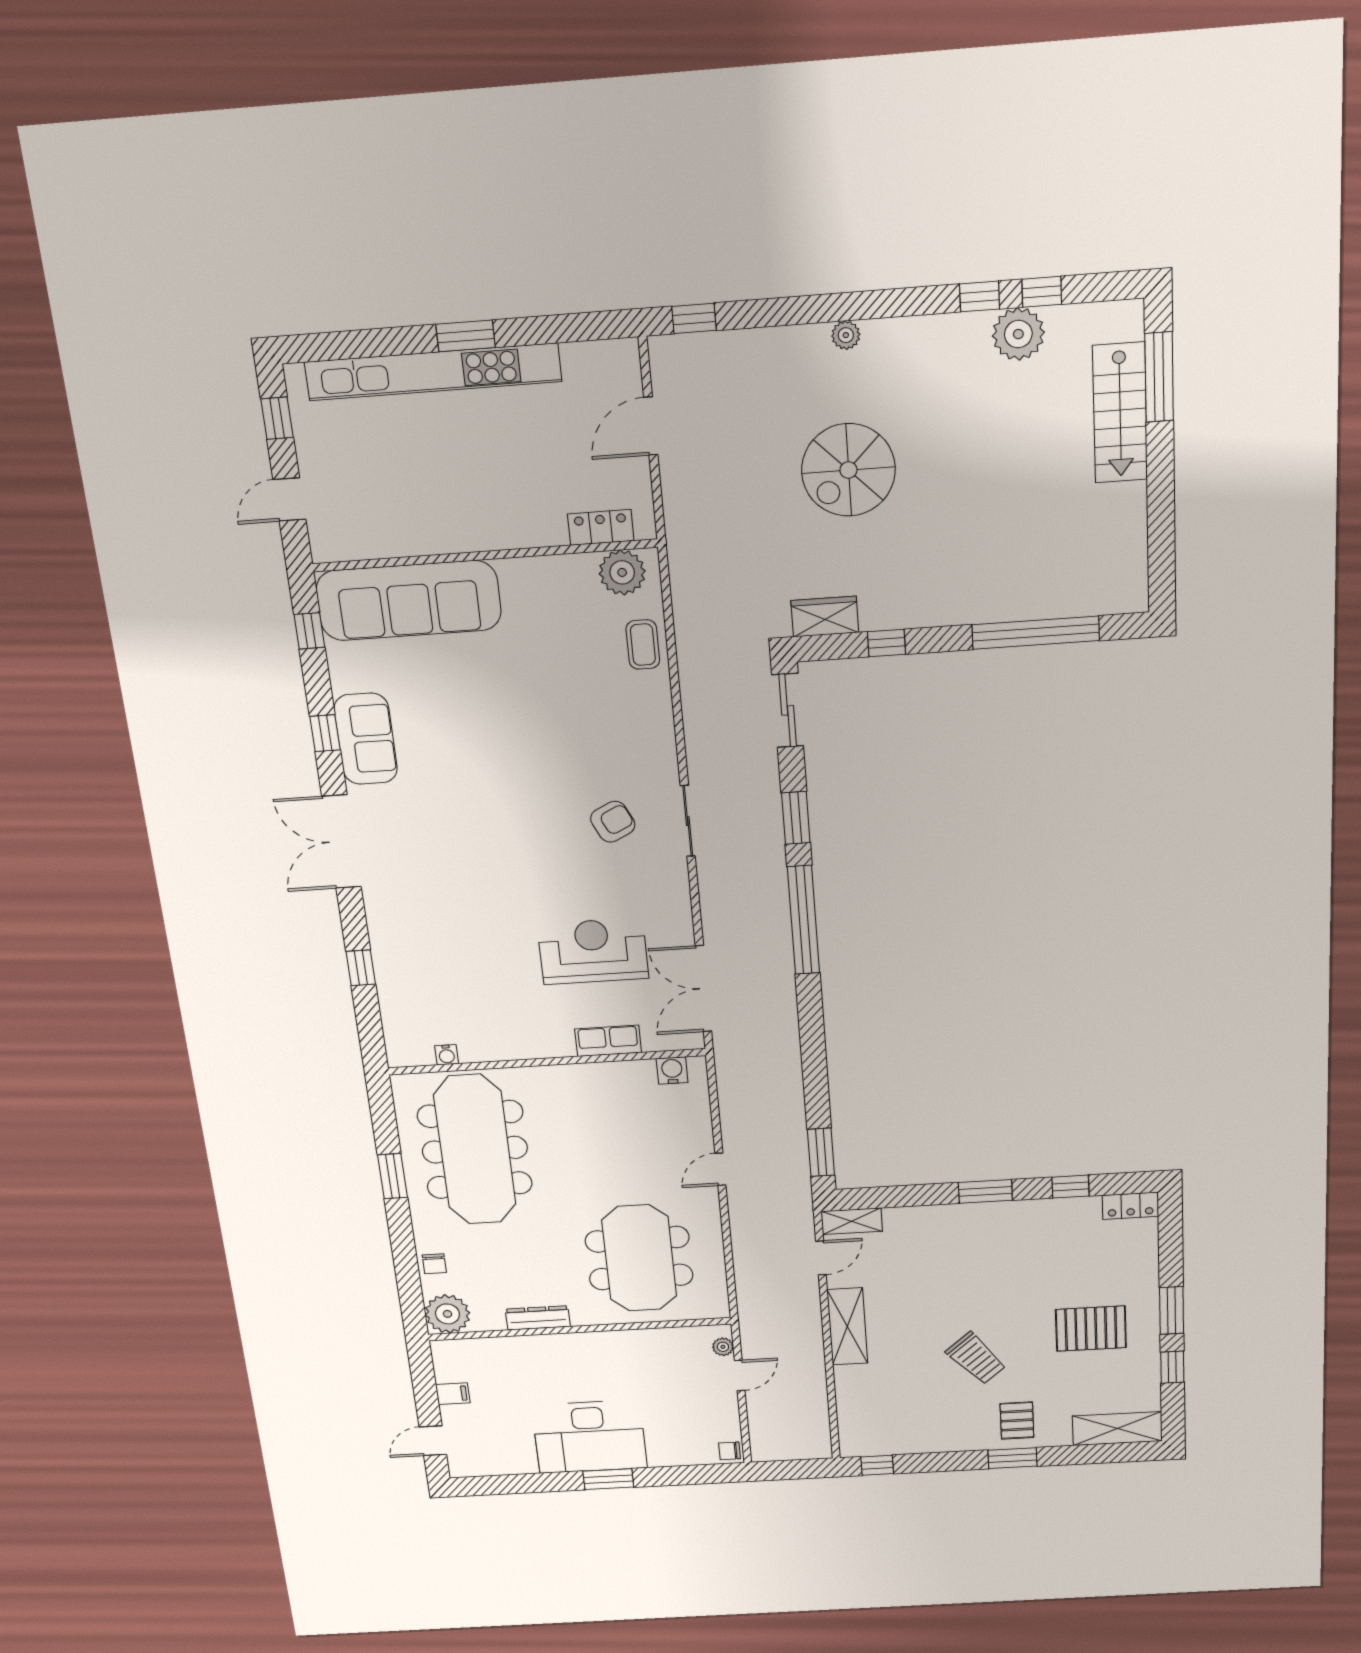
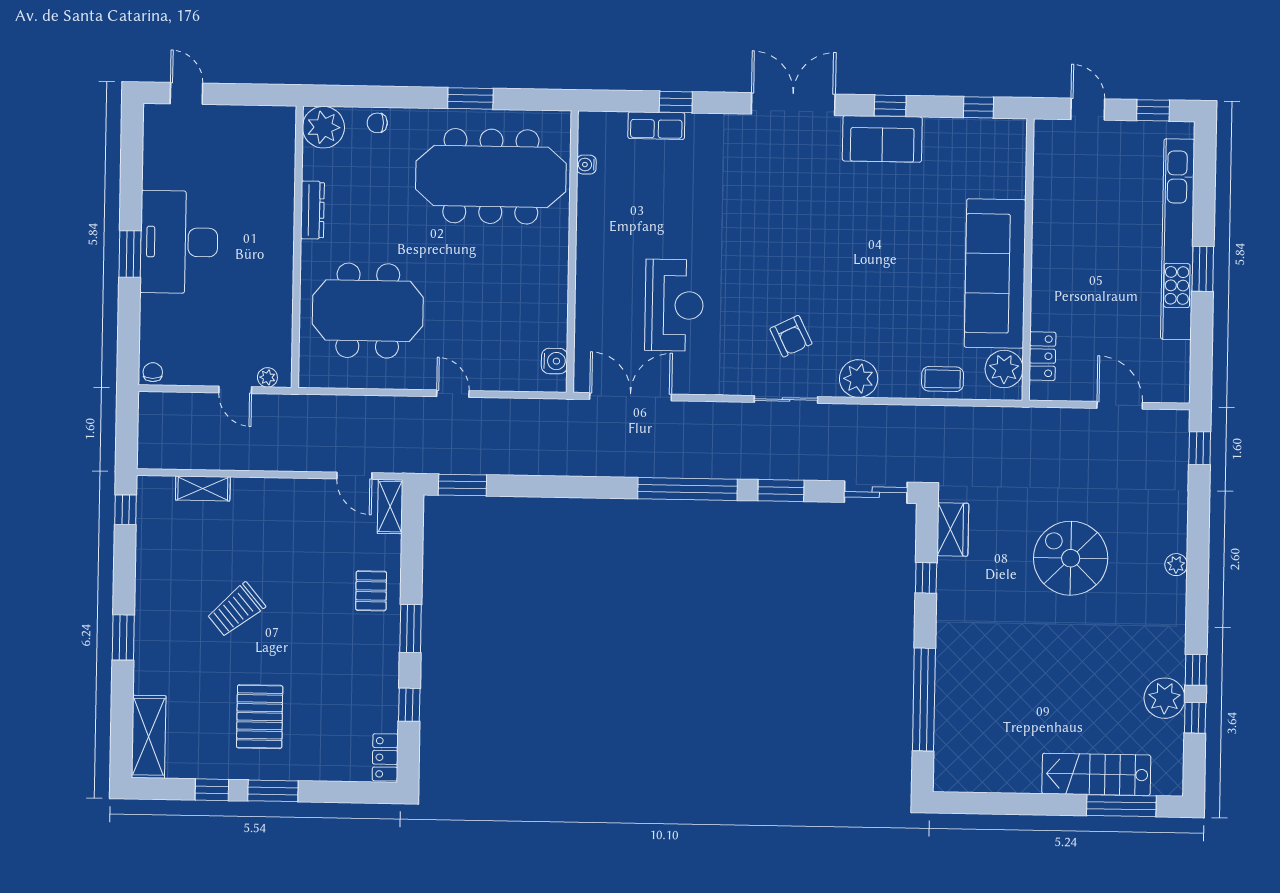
sofa: (409, 601) -> (995, 273), moved
plant: (654, 742) -> (859, 379), added
row of seats: (608, 1041) -> (656, 126), moved, turned 90
shelving: (847, 1326) -> (203, 488), moved, width x0.67, depth x0.75
filing cabinet: (453, 1394) -> (237, 120), removed
pallet: (1017, 1420) -> (371, 591), moved, turned 90

